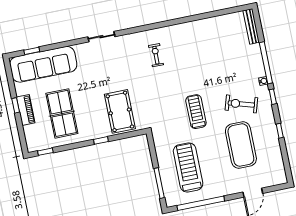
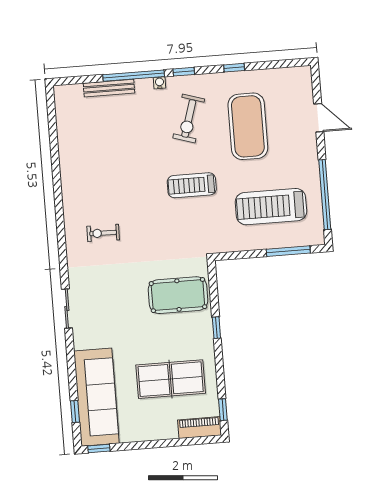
bench: (251, 26) -> (109, 88), moved
window: (16, 105) -> (99, 449), moved
piano: (26, 110) -> (200, 428), moved
exercise mat: (241, 145) -> (248, 126), turned 90

